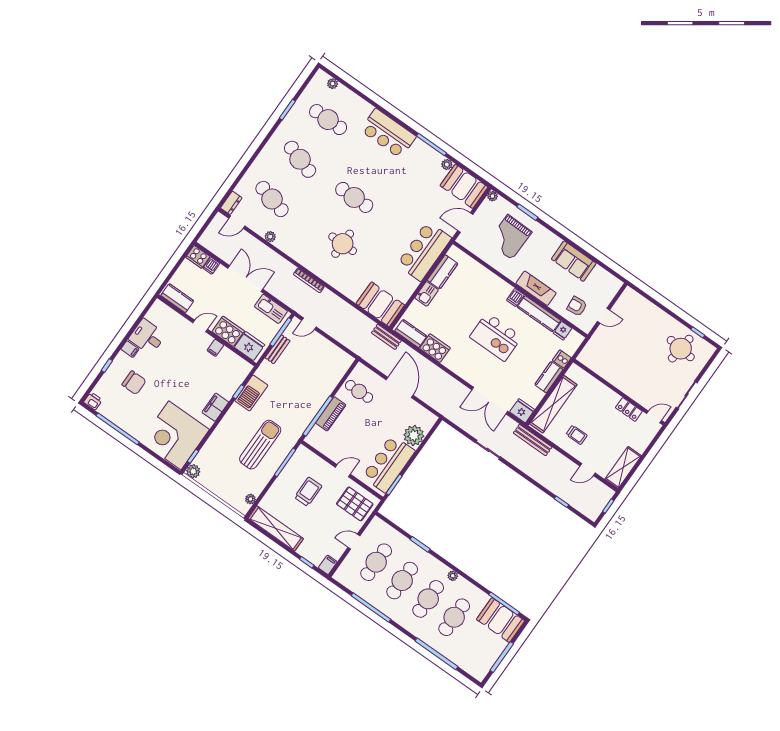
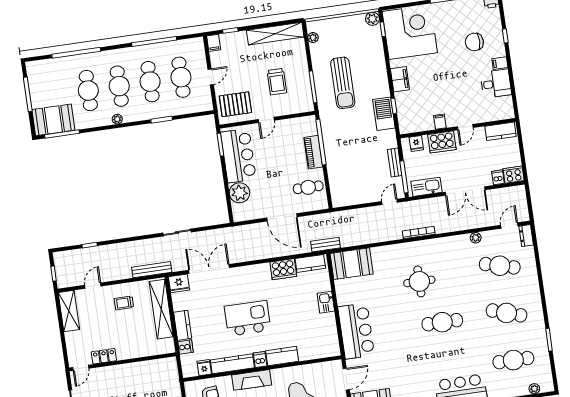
kitchen counter: (443, 272) -> (282, 356), moved, turned 90
fridge: (250, 346) -> (416, 143), width x0.53, depth x0.75

